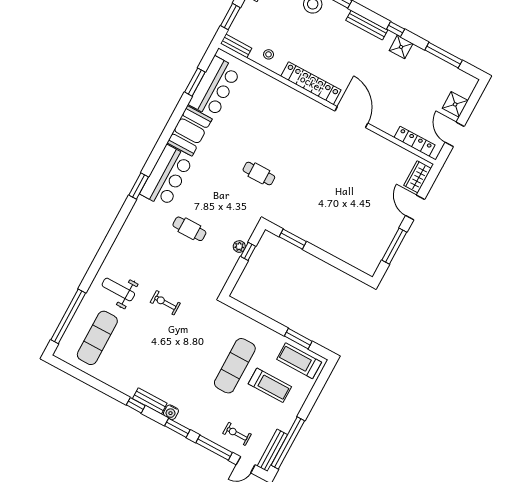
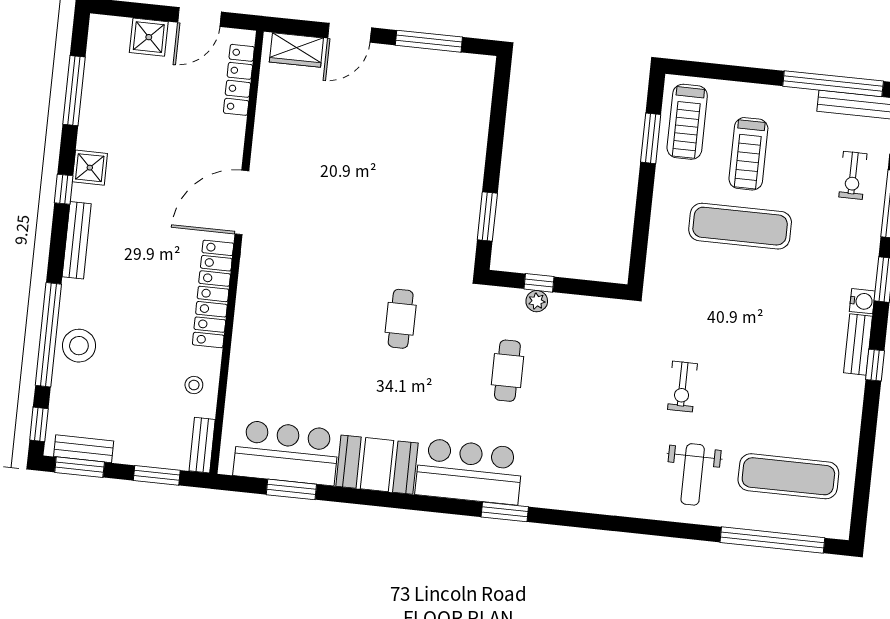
cafe table: (189, 229) -> (507, 371), moved
treadmill: (270, 385) -> (748, 154), turned 180

